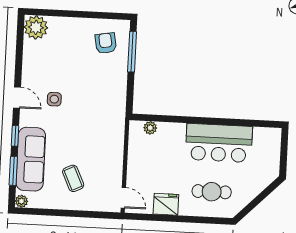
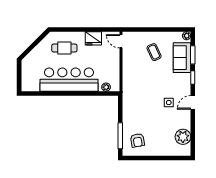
plant: (36, 27) -> (183, 137), moved
door: (17, 97) -> (193, 102), hinge flipped
bar counter: (219, 143) -> (69, 80), width x1.36
sofa: (31, 159) -> (182, 58), width x0.73

